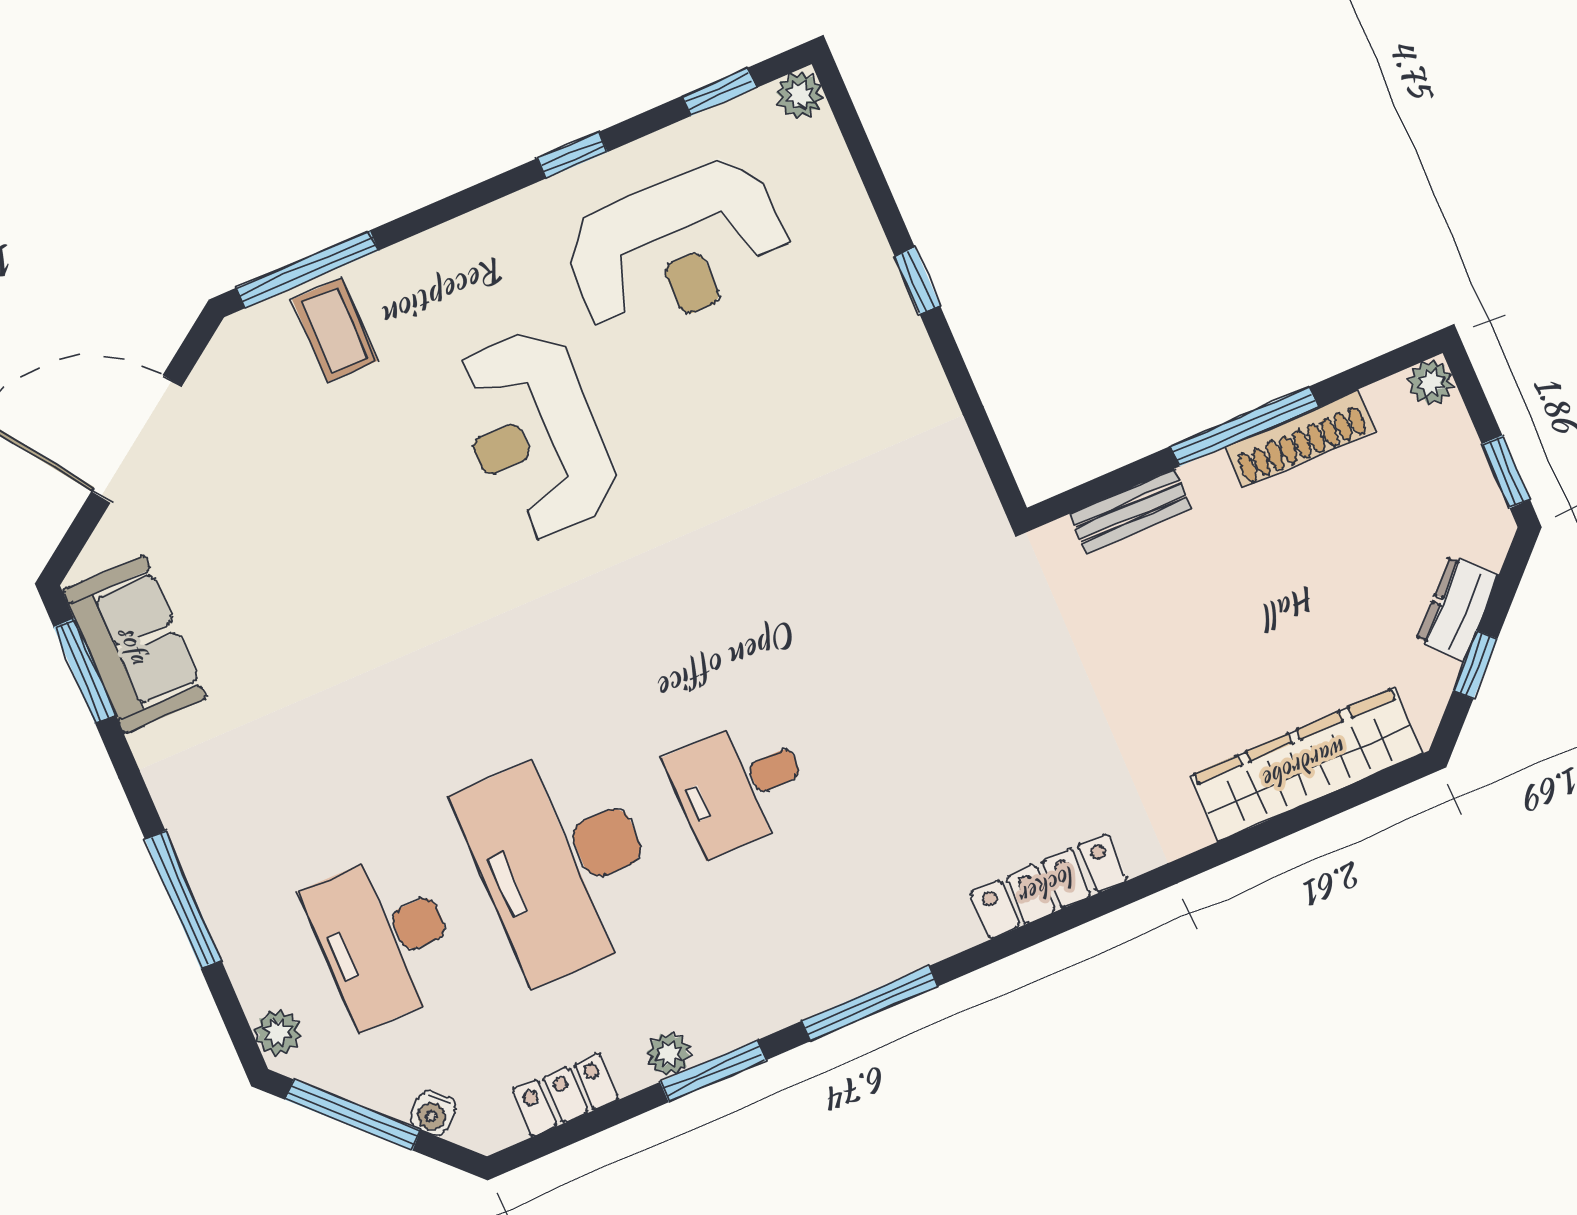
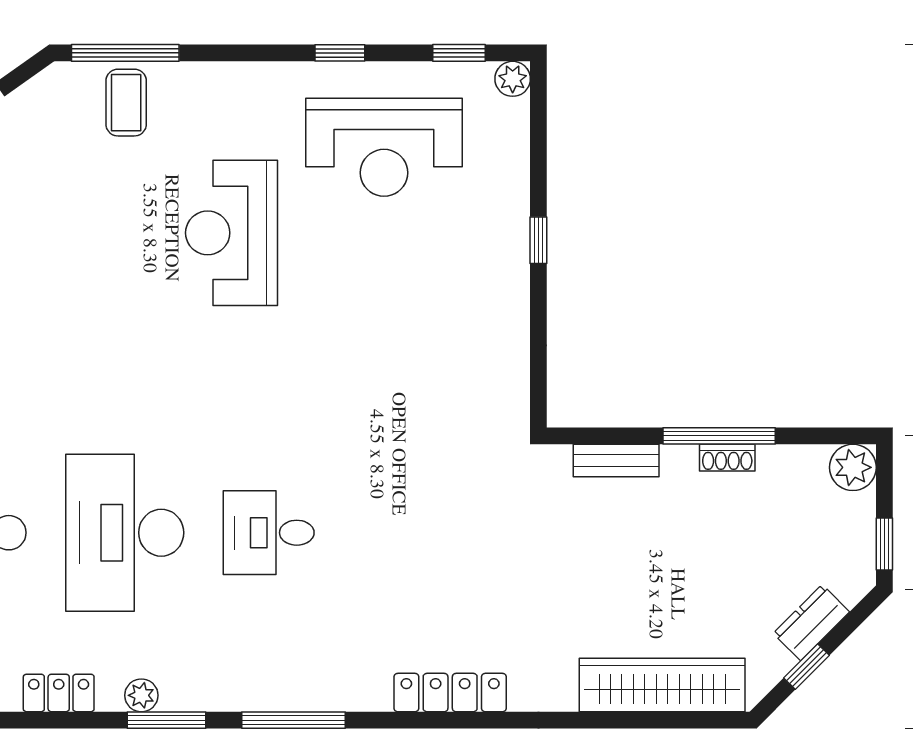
plant: (1431, 383) -> (853, 467), width x1.38, depth x1.38
shoe rack: (1300, 439) -> (727, 458), width x0.51, depth x0.81

